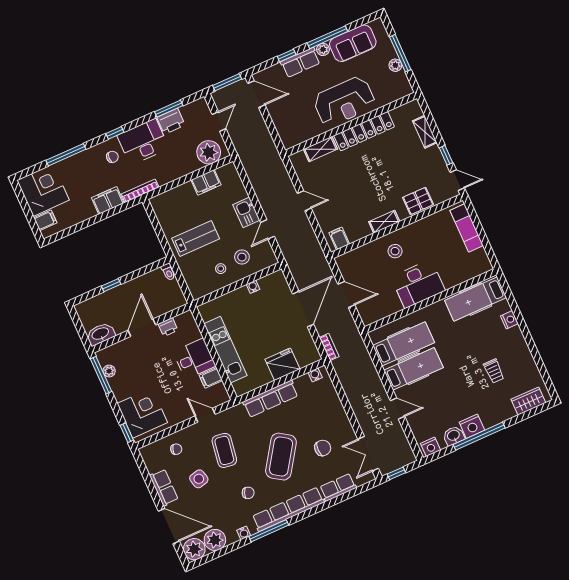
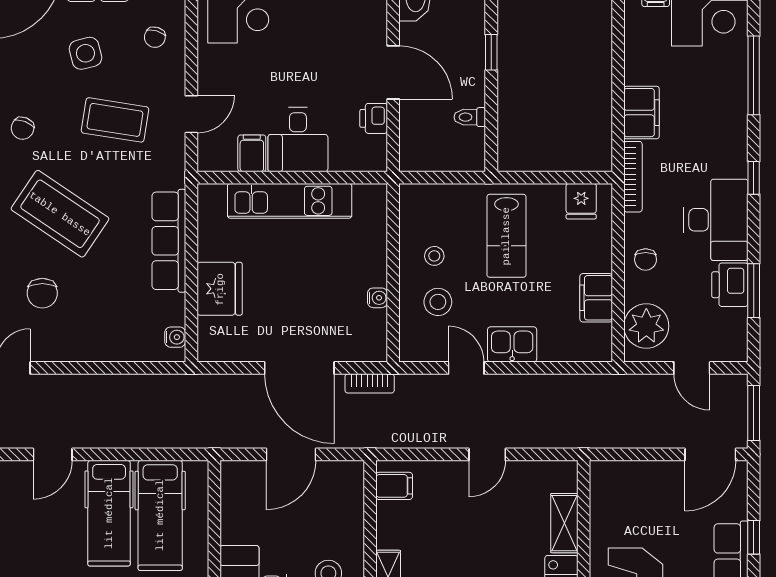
chair: (112, 157) -> (646, 260), moved
fridge: (163, 210) -> (581, 201), added
toilet: (168, 272) -> (470, 117), moved
bookcase: (329, 347) -> (370, 383), moved

